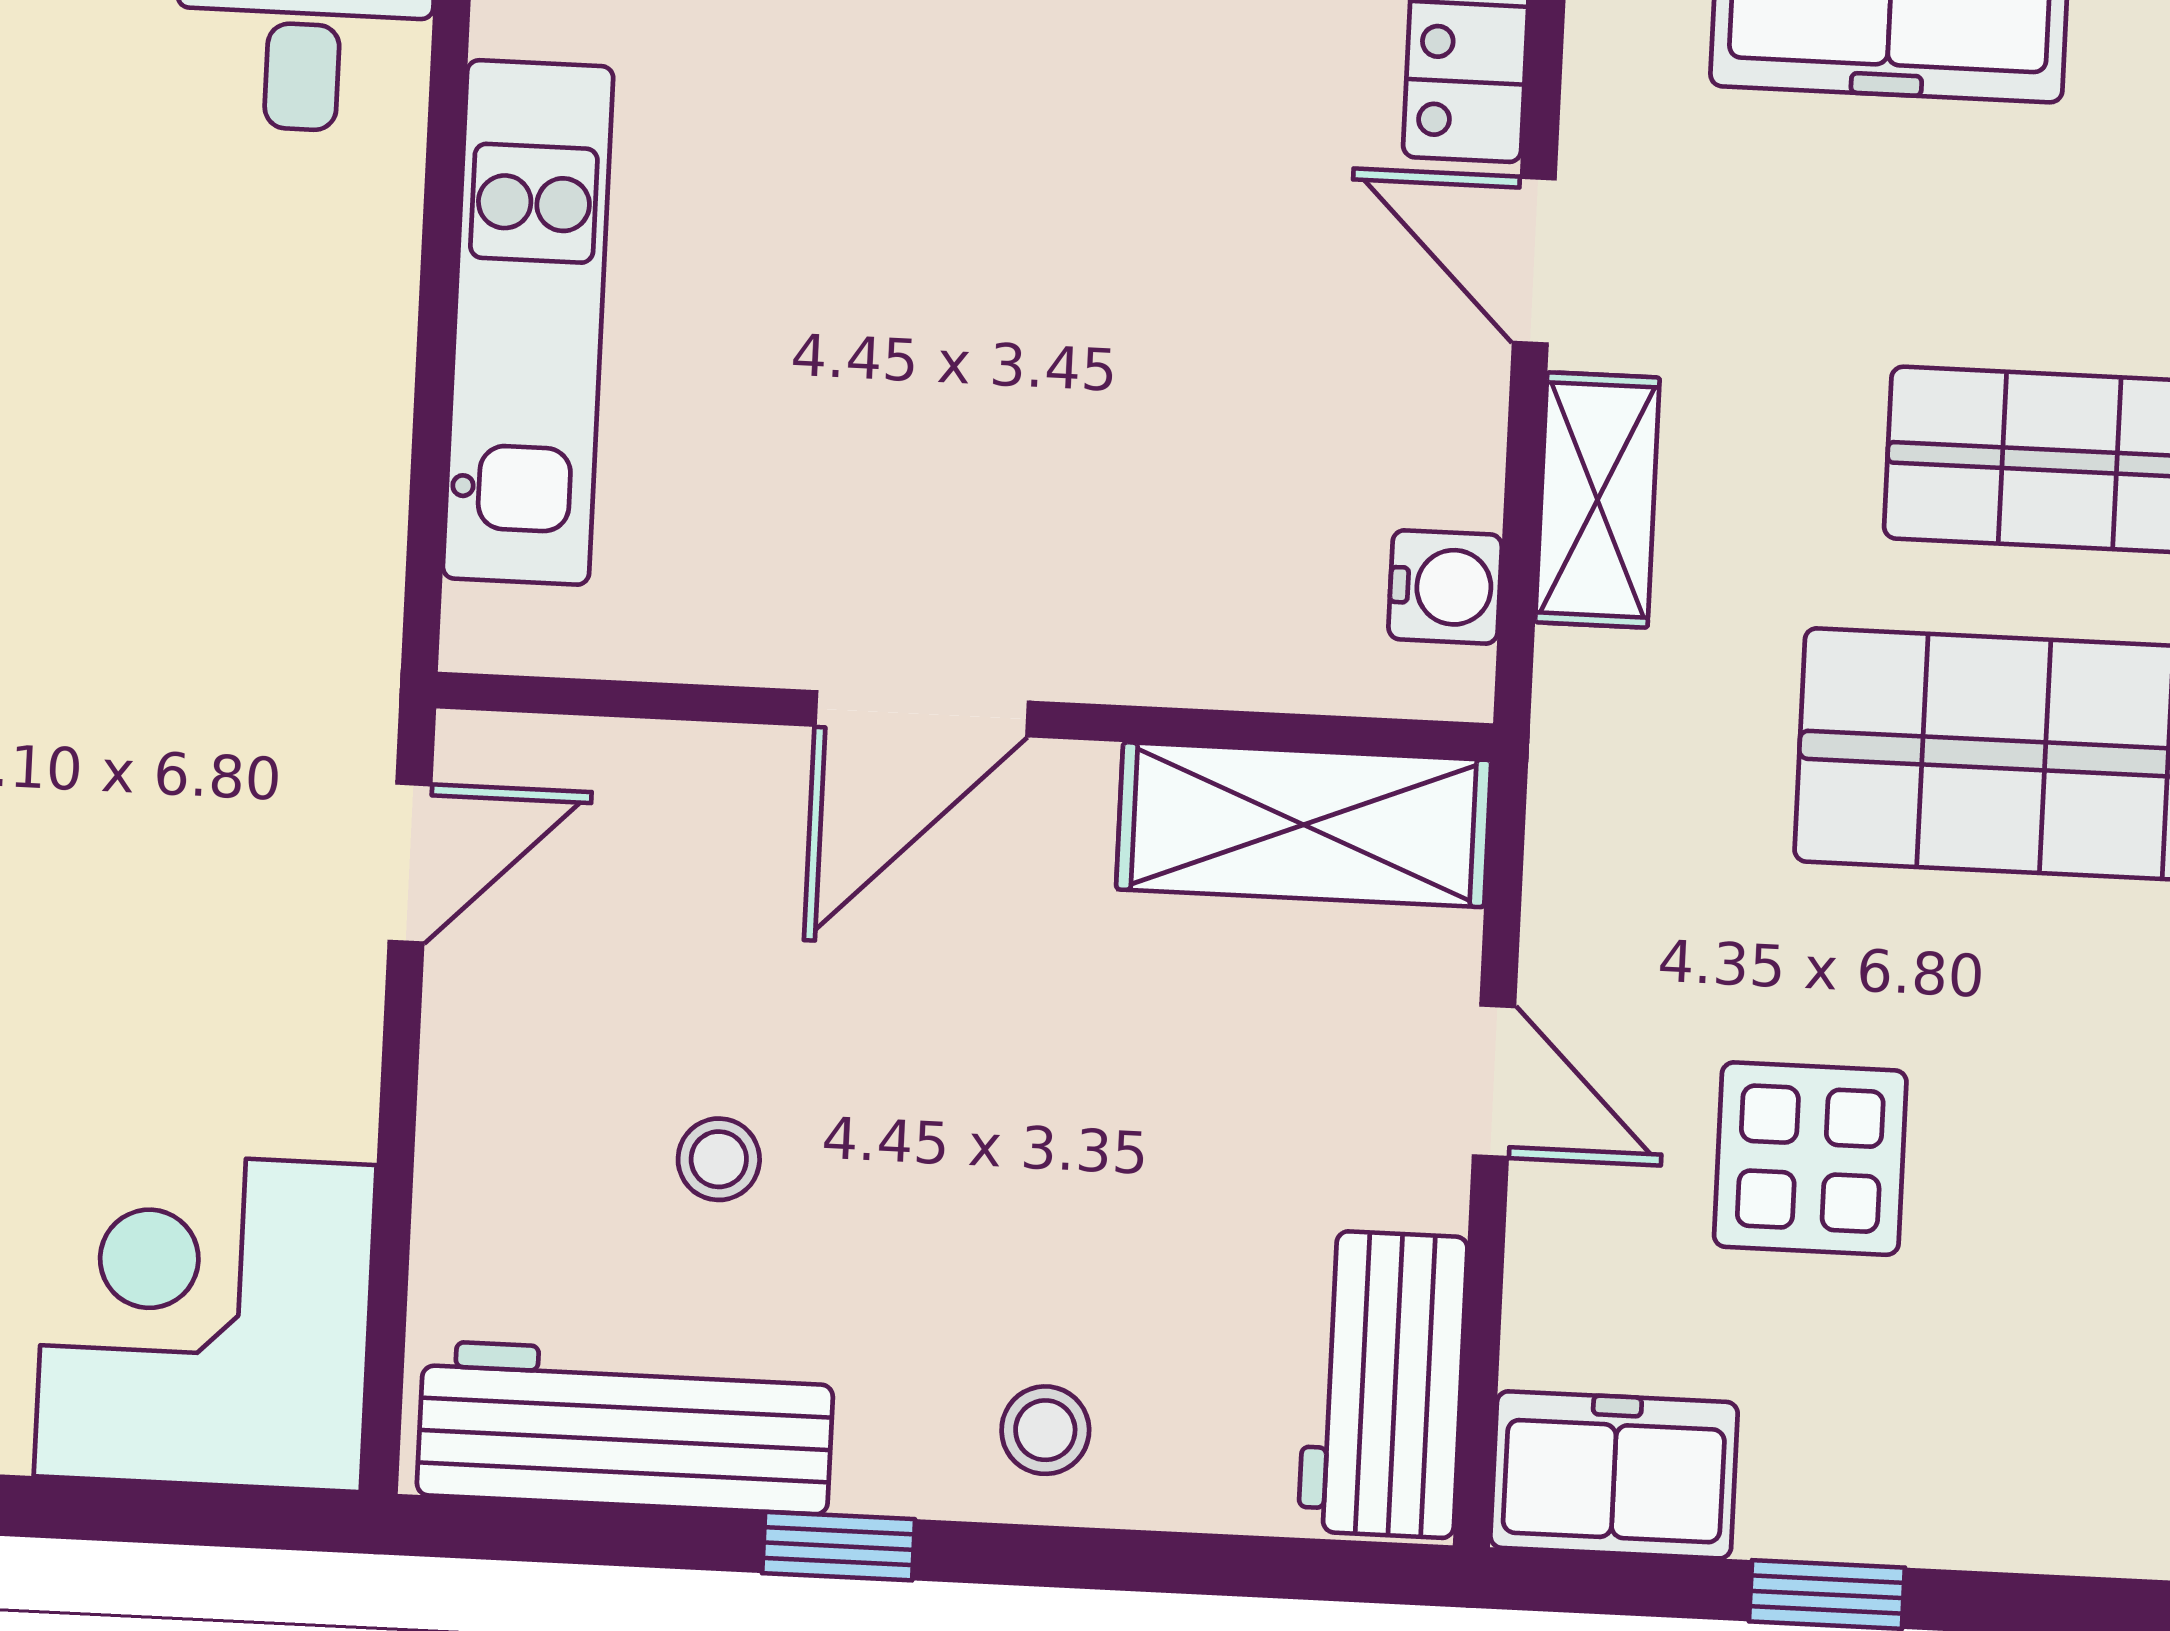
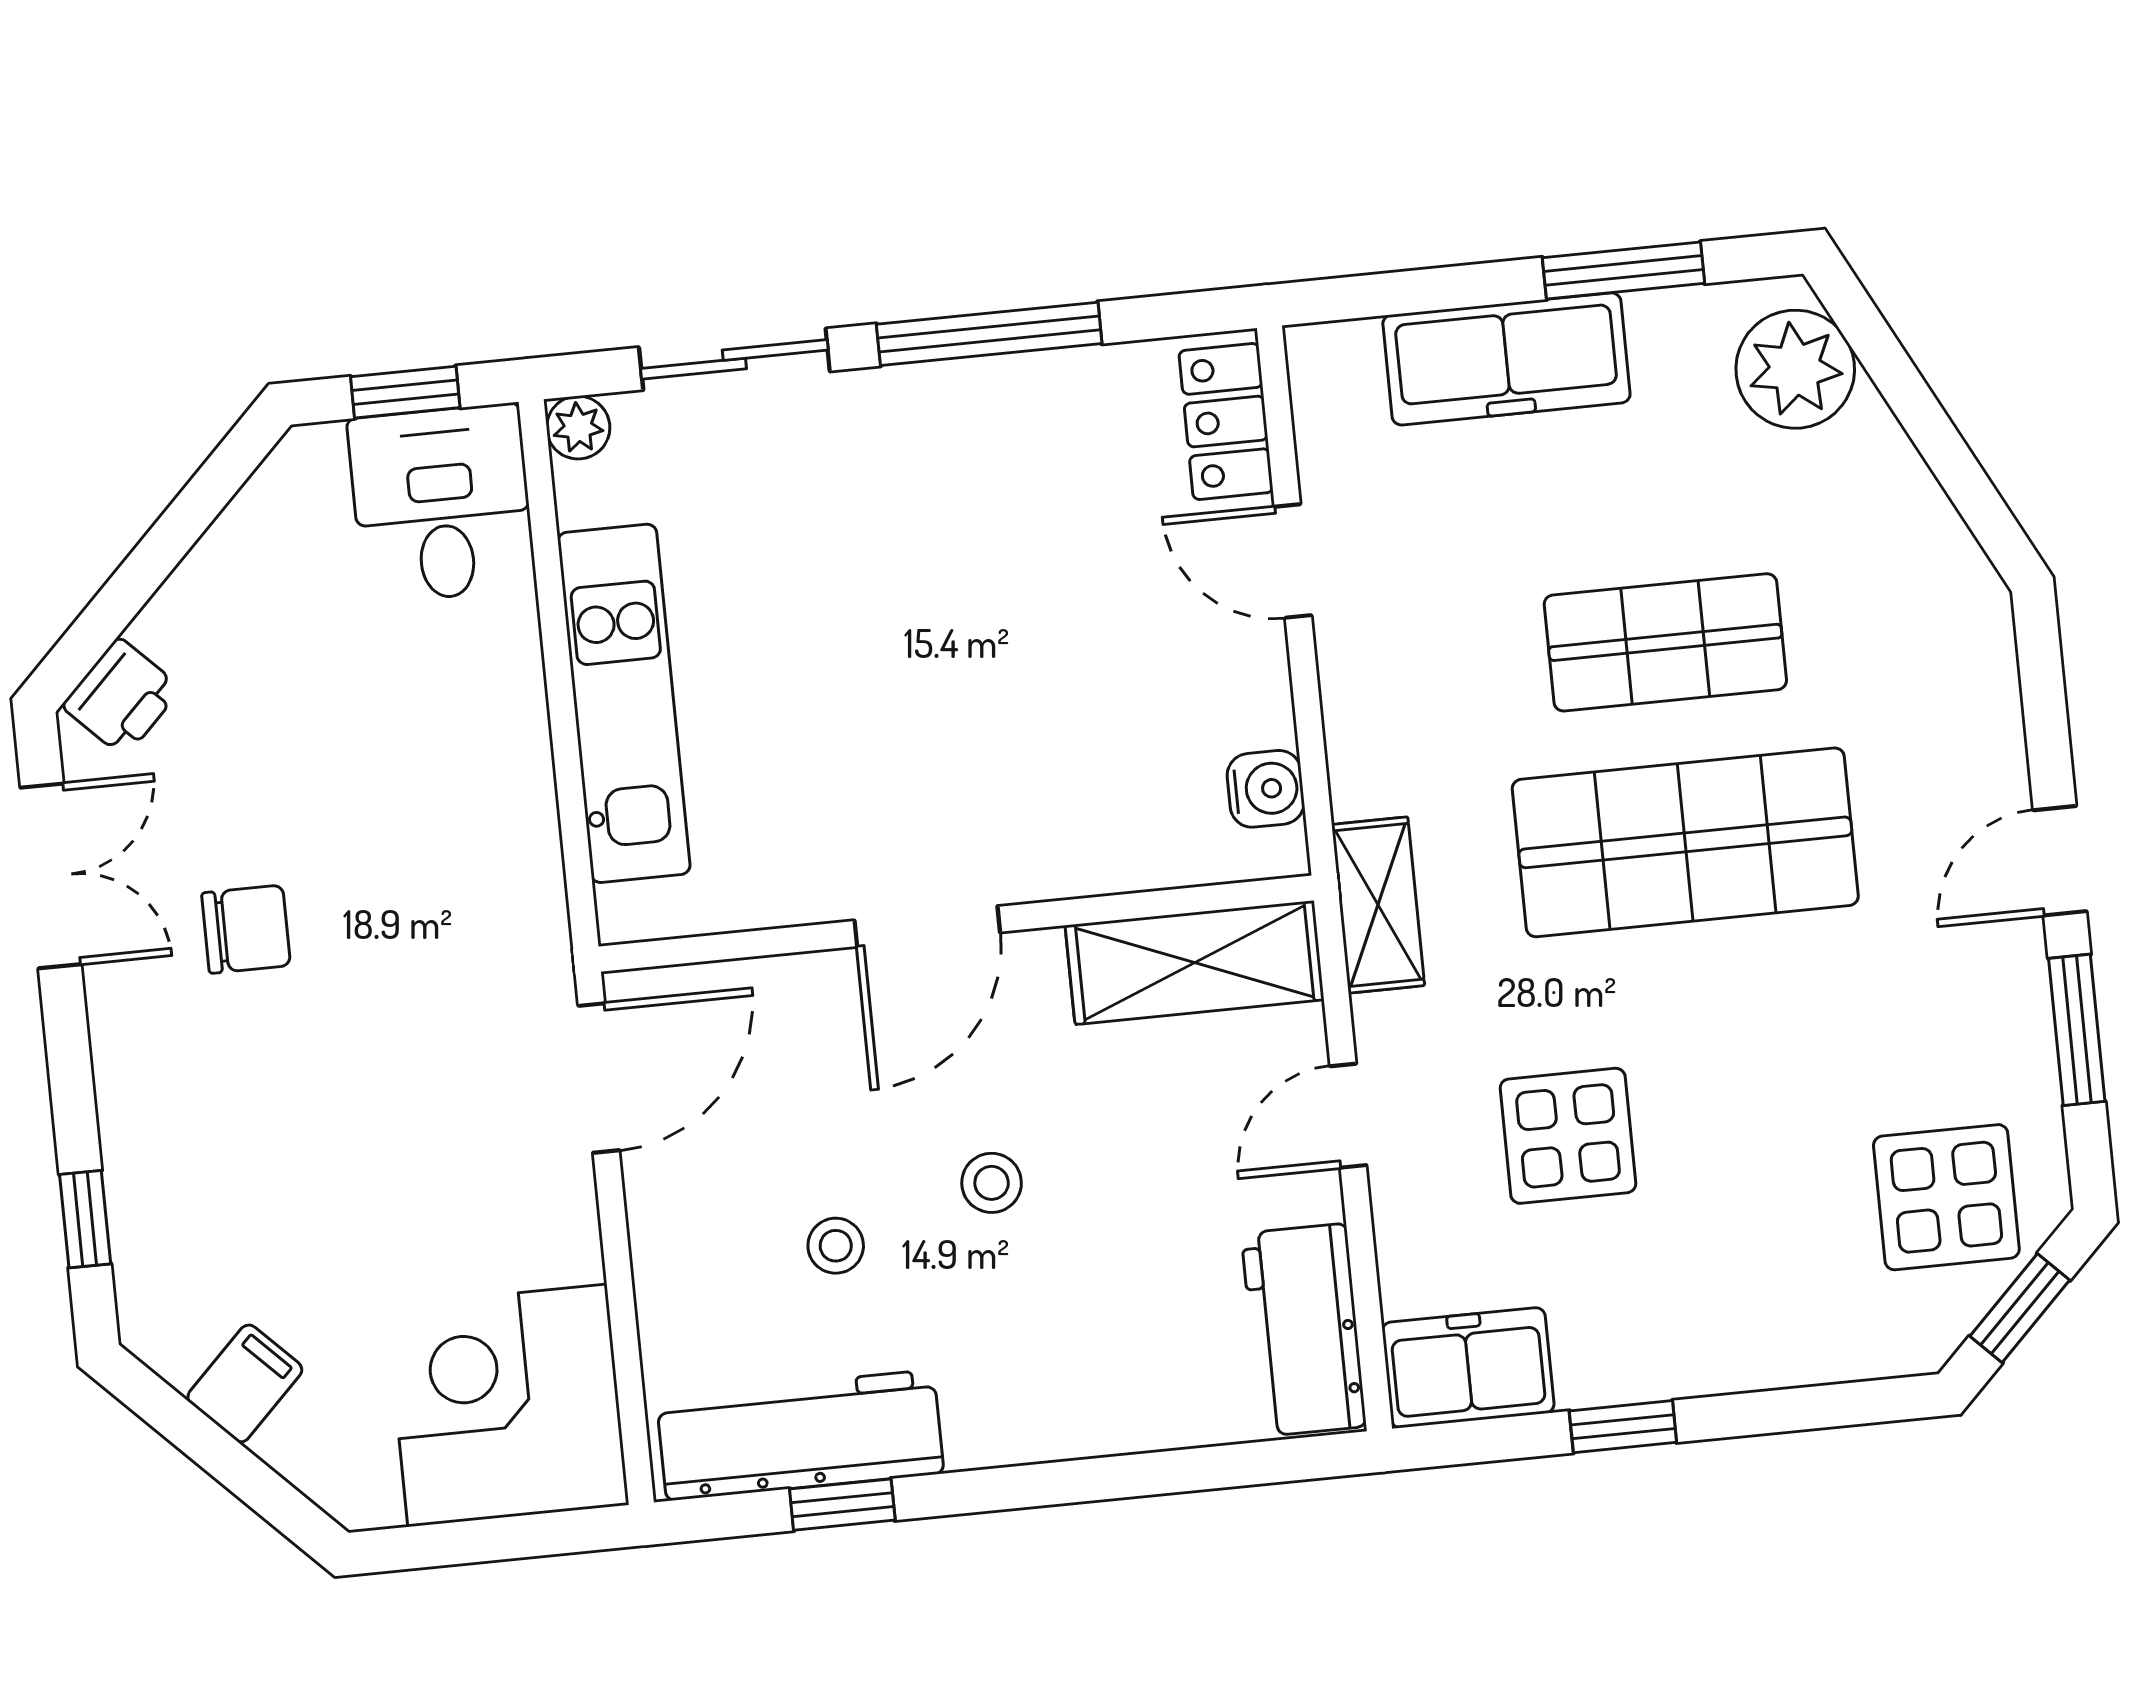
shelving: (1597, 500) -> (1378, 905), moved
door: (410, 863) -> (599, 1078), width x1.38
door: (1494, 1081) -> (1348, 1116), swing flipped
stool: (1045, 1430) -> (992, 1183), moved
window: (839, 1546) -> (842, 1505), moved

